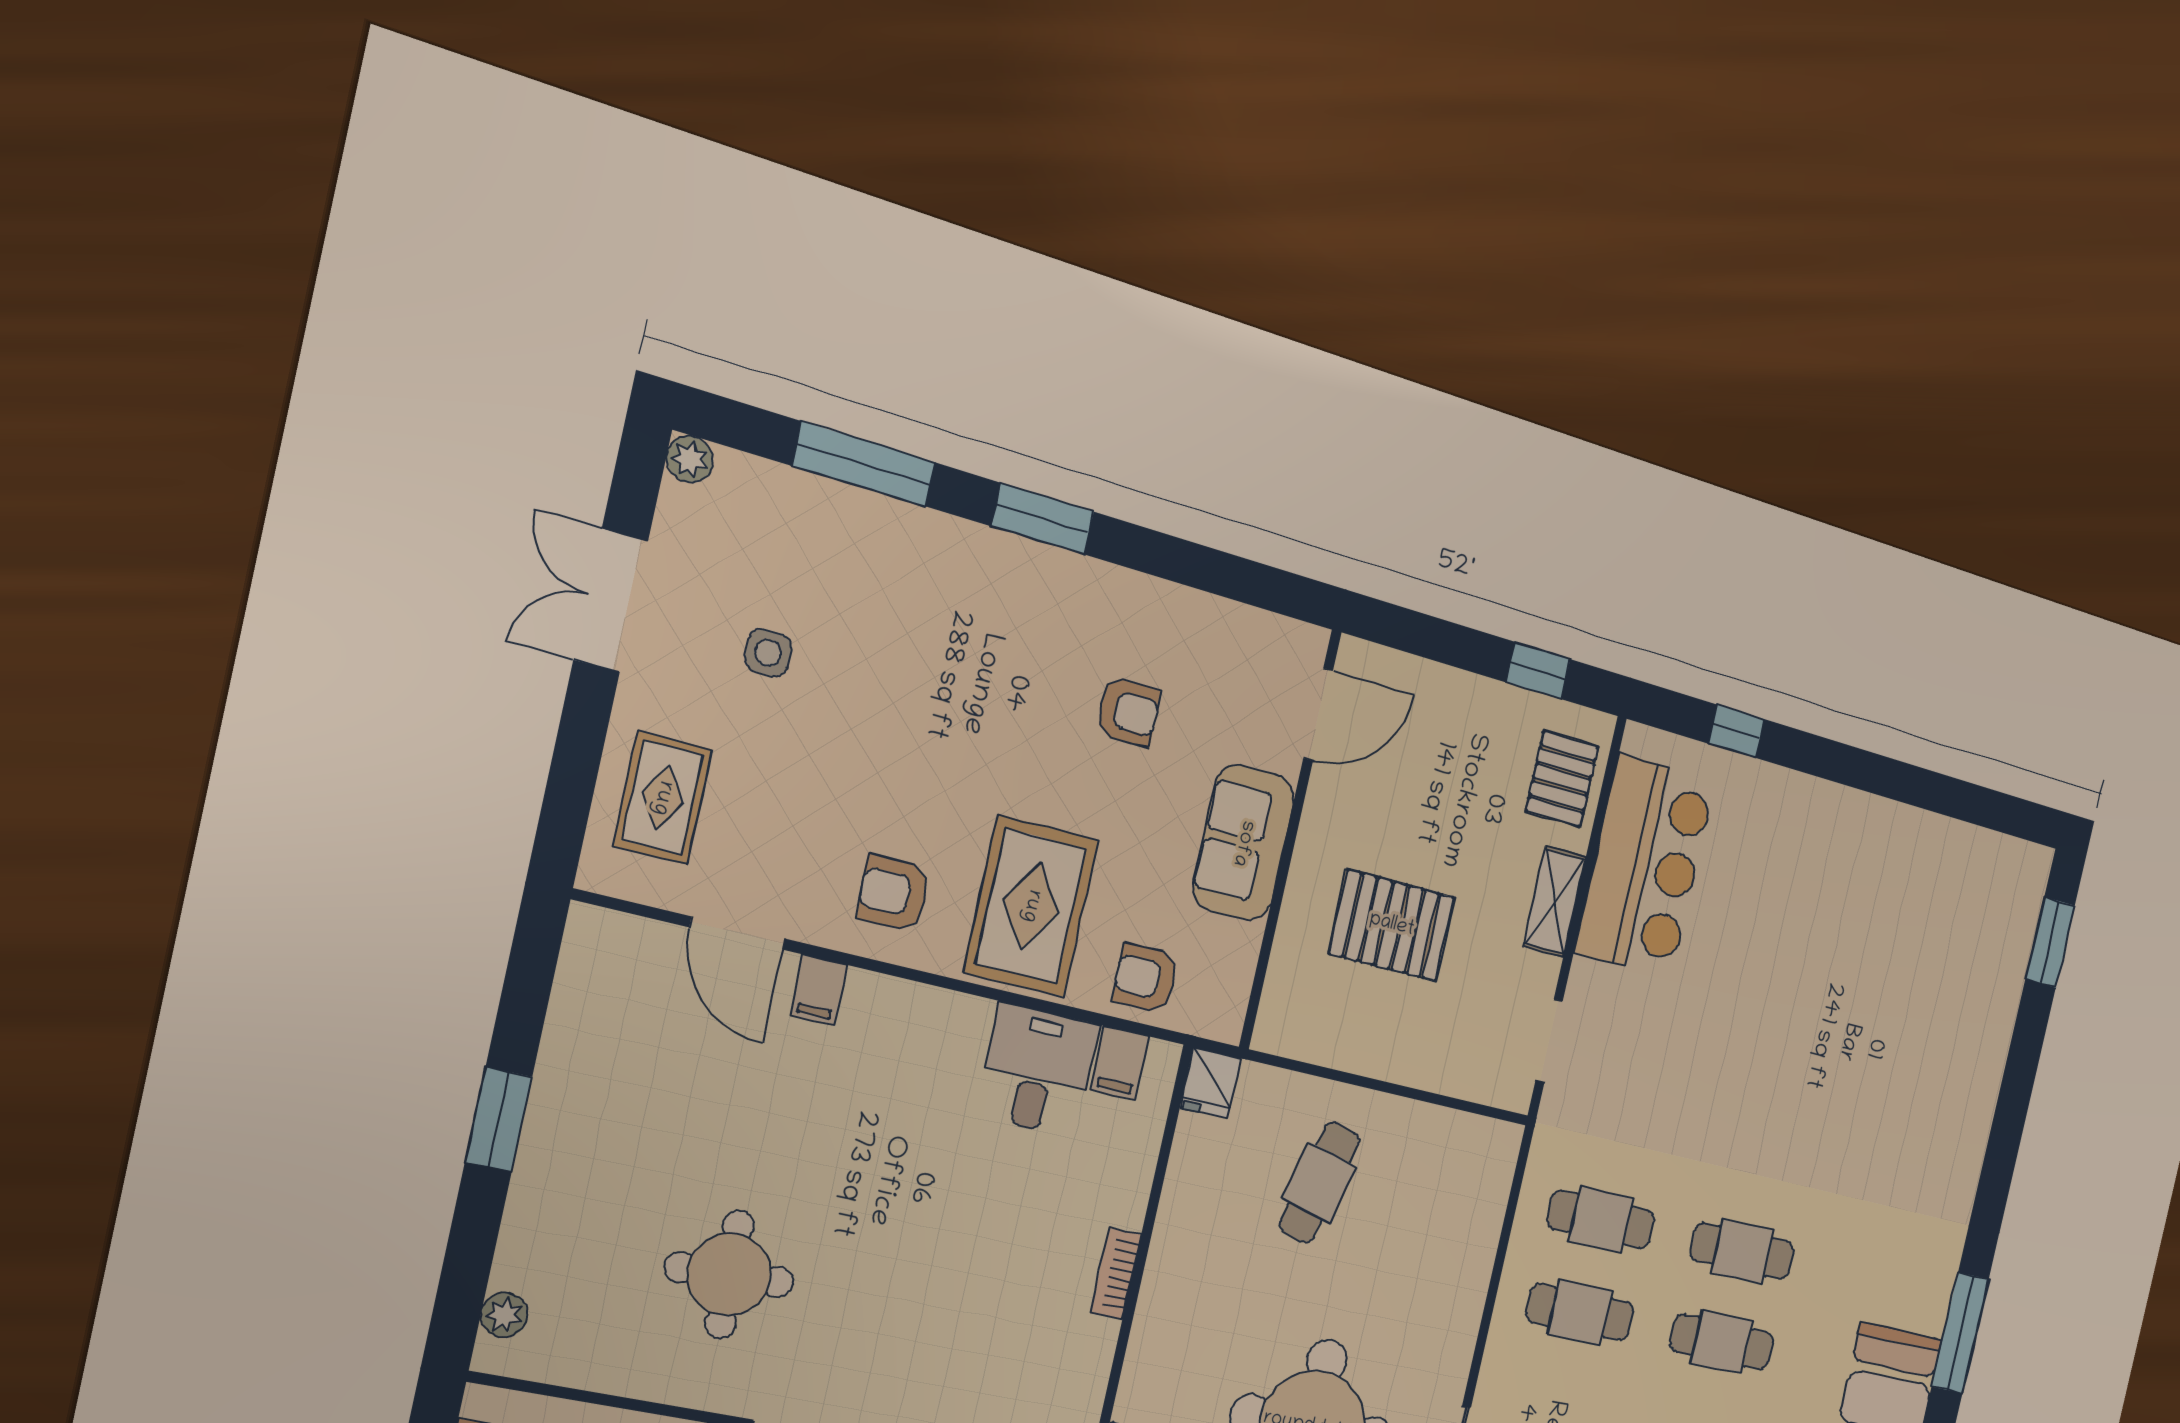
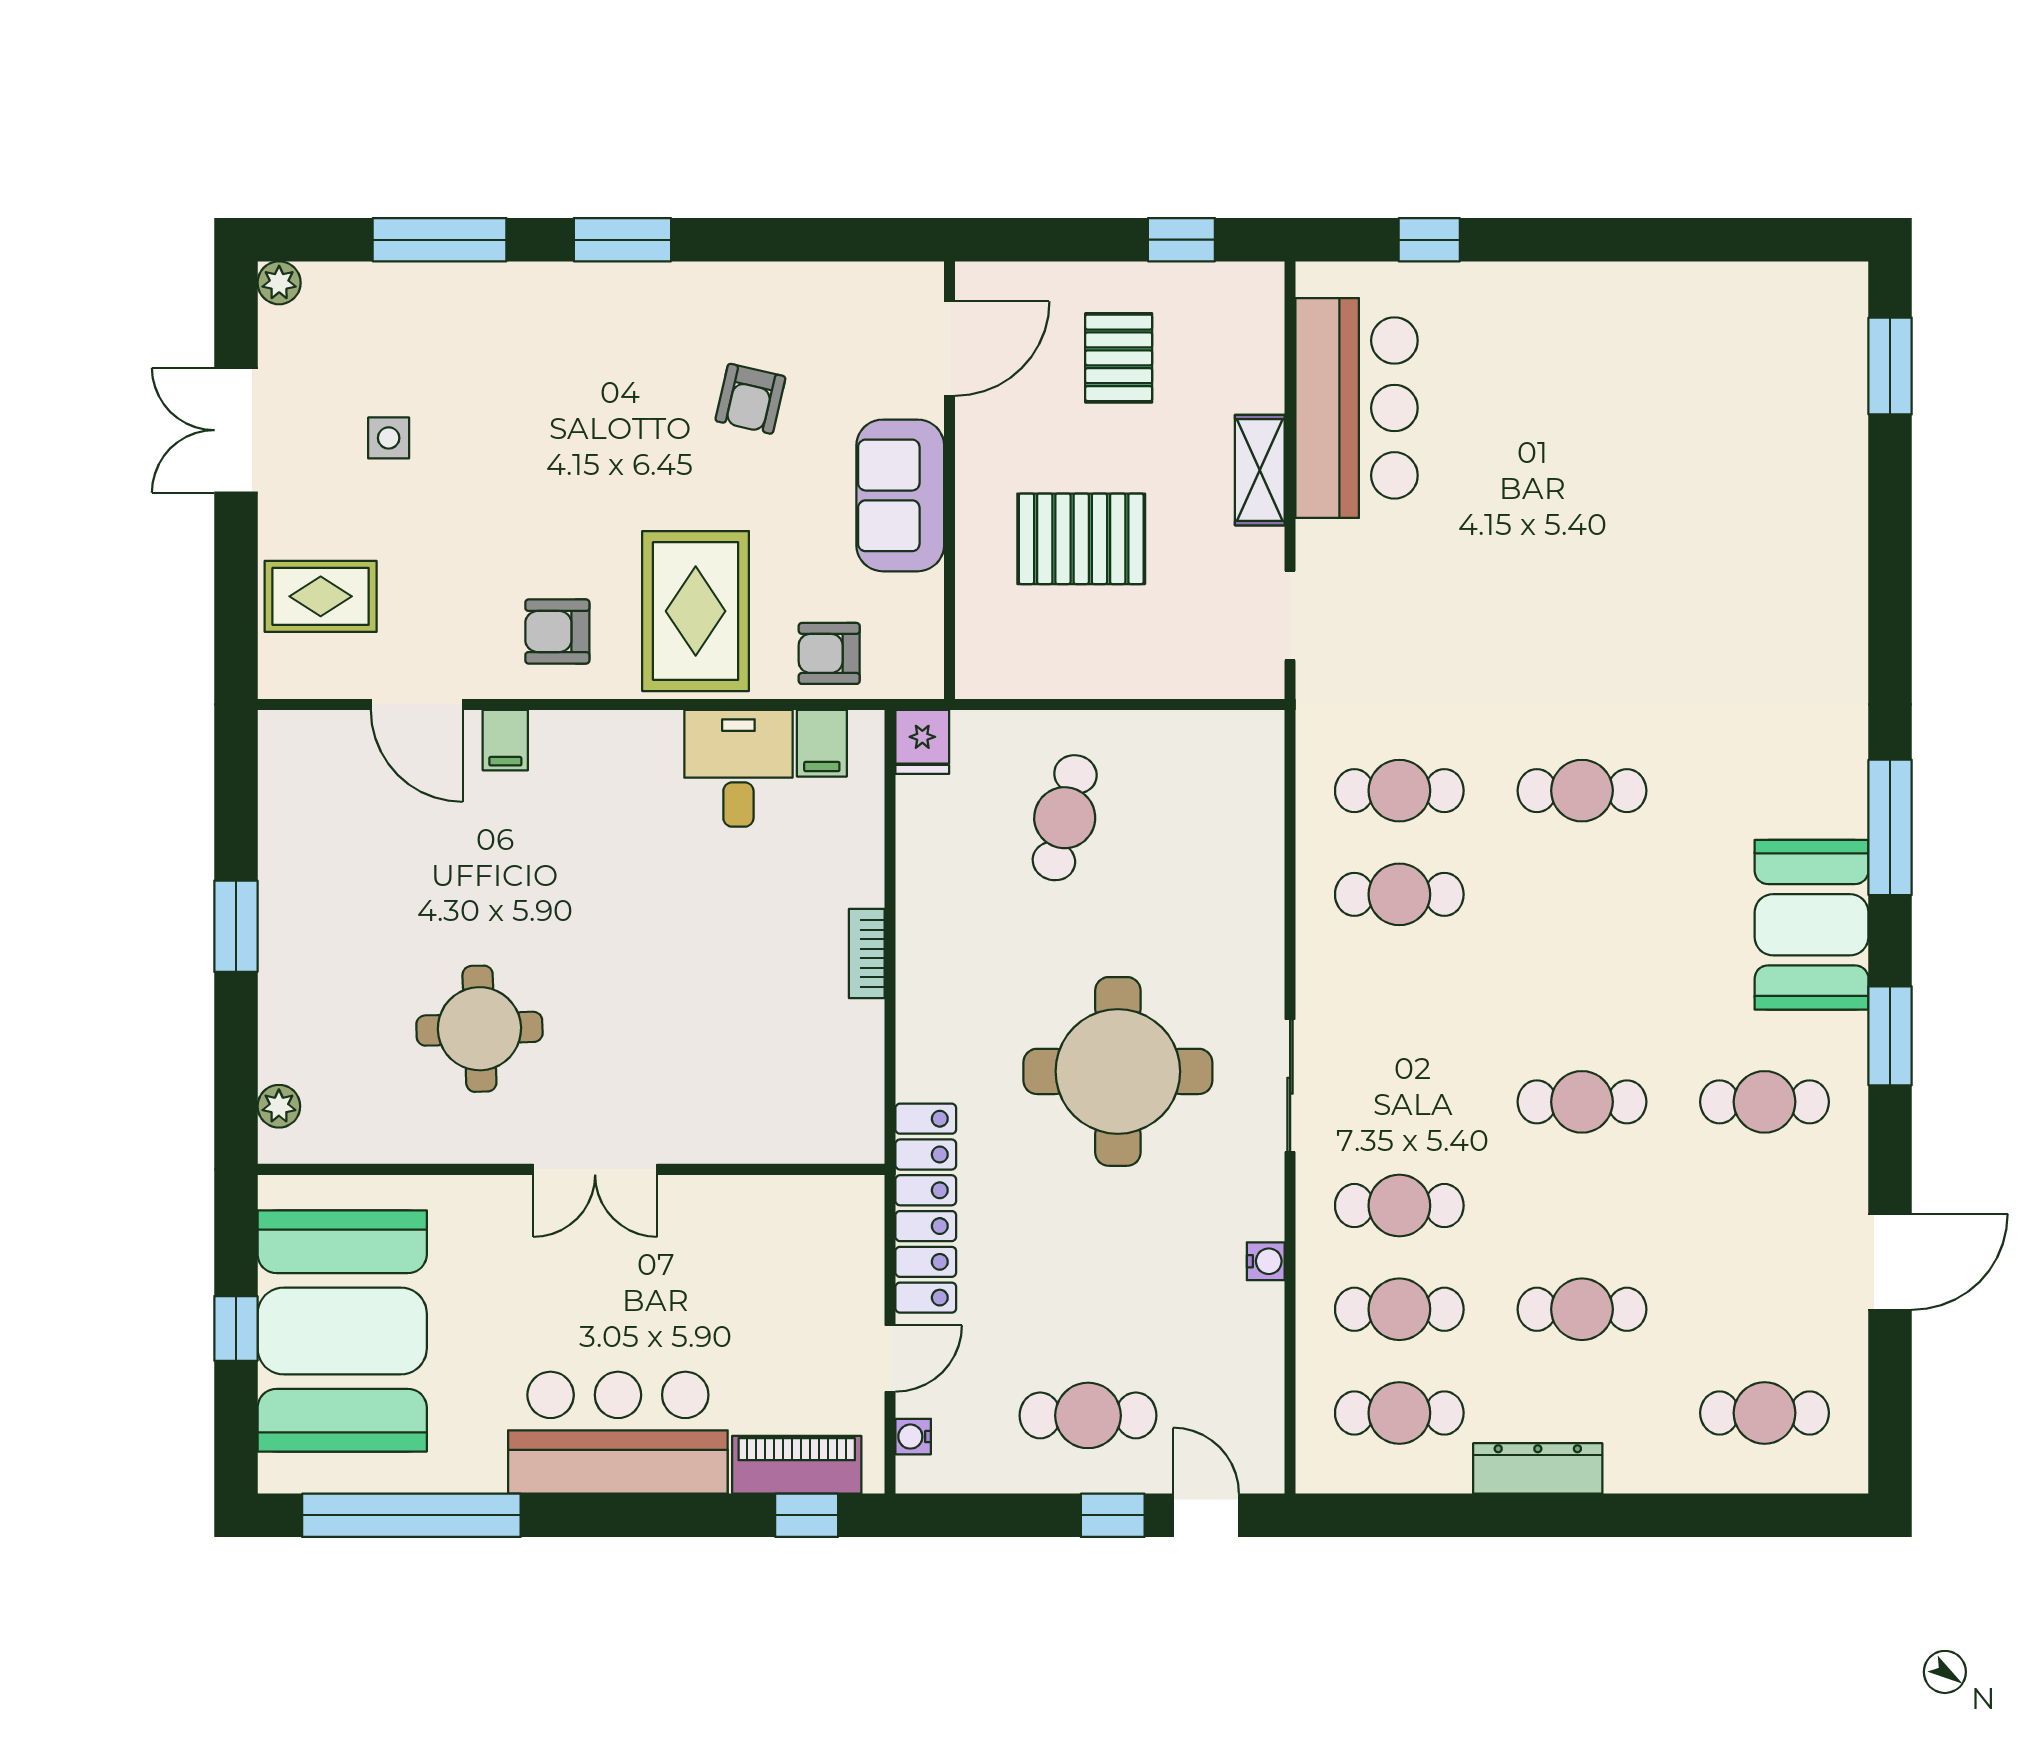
armchair: (1128, 712) -> (750, 399), turned 103
pallet: (1562, 779) -> (1119, 358), moved
rug: (662, 798) -> (321, 596), turned 90
cafe table: (1722, 1342) -> (1582, 894), removed

